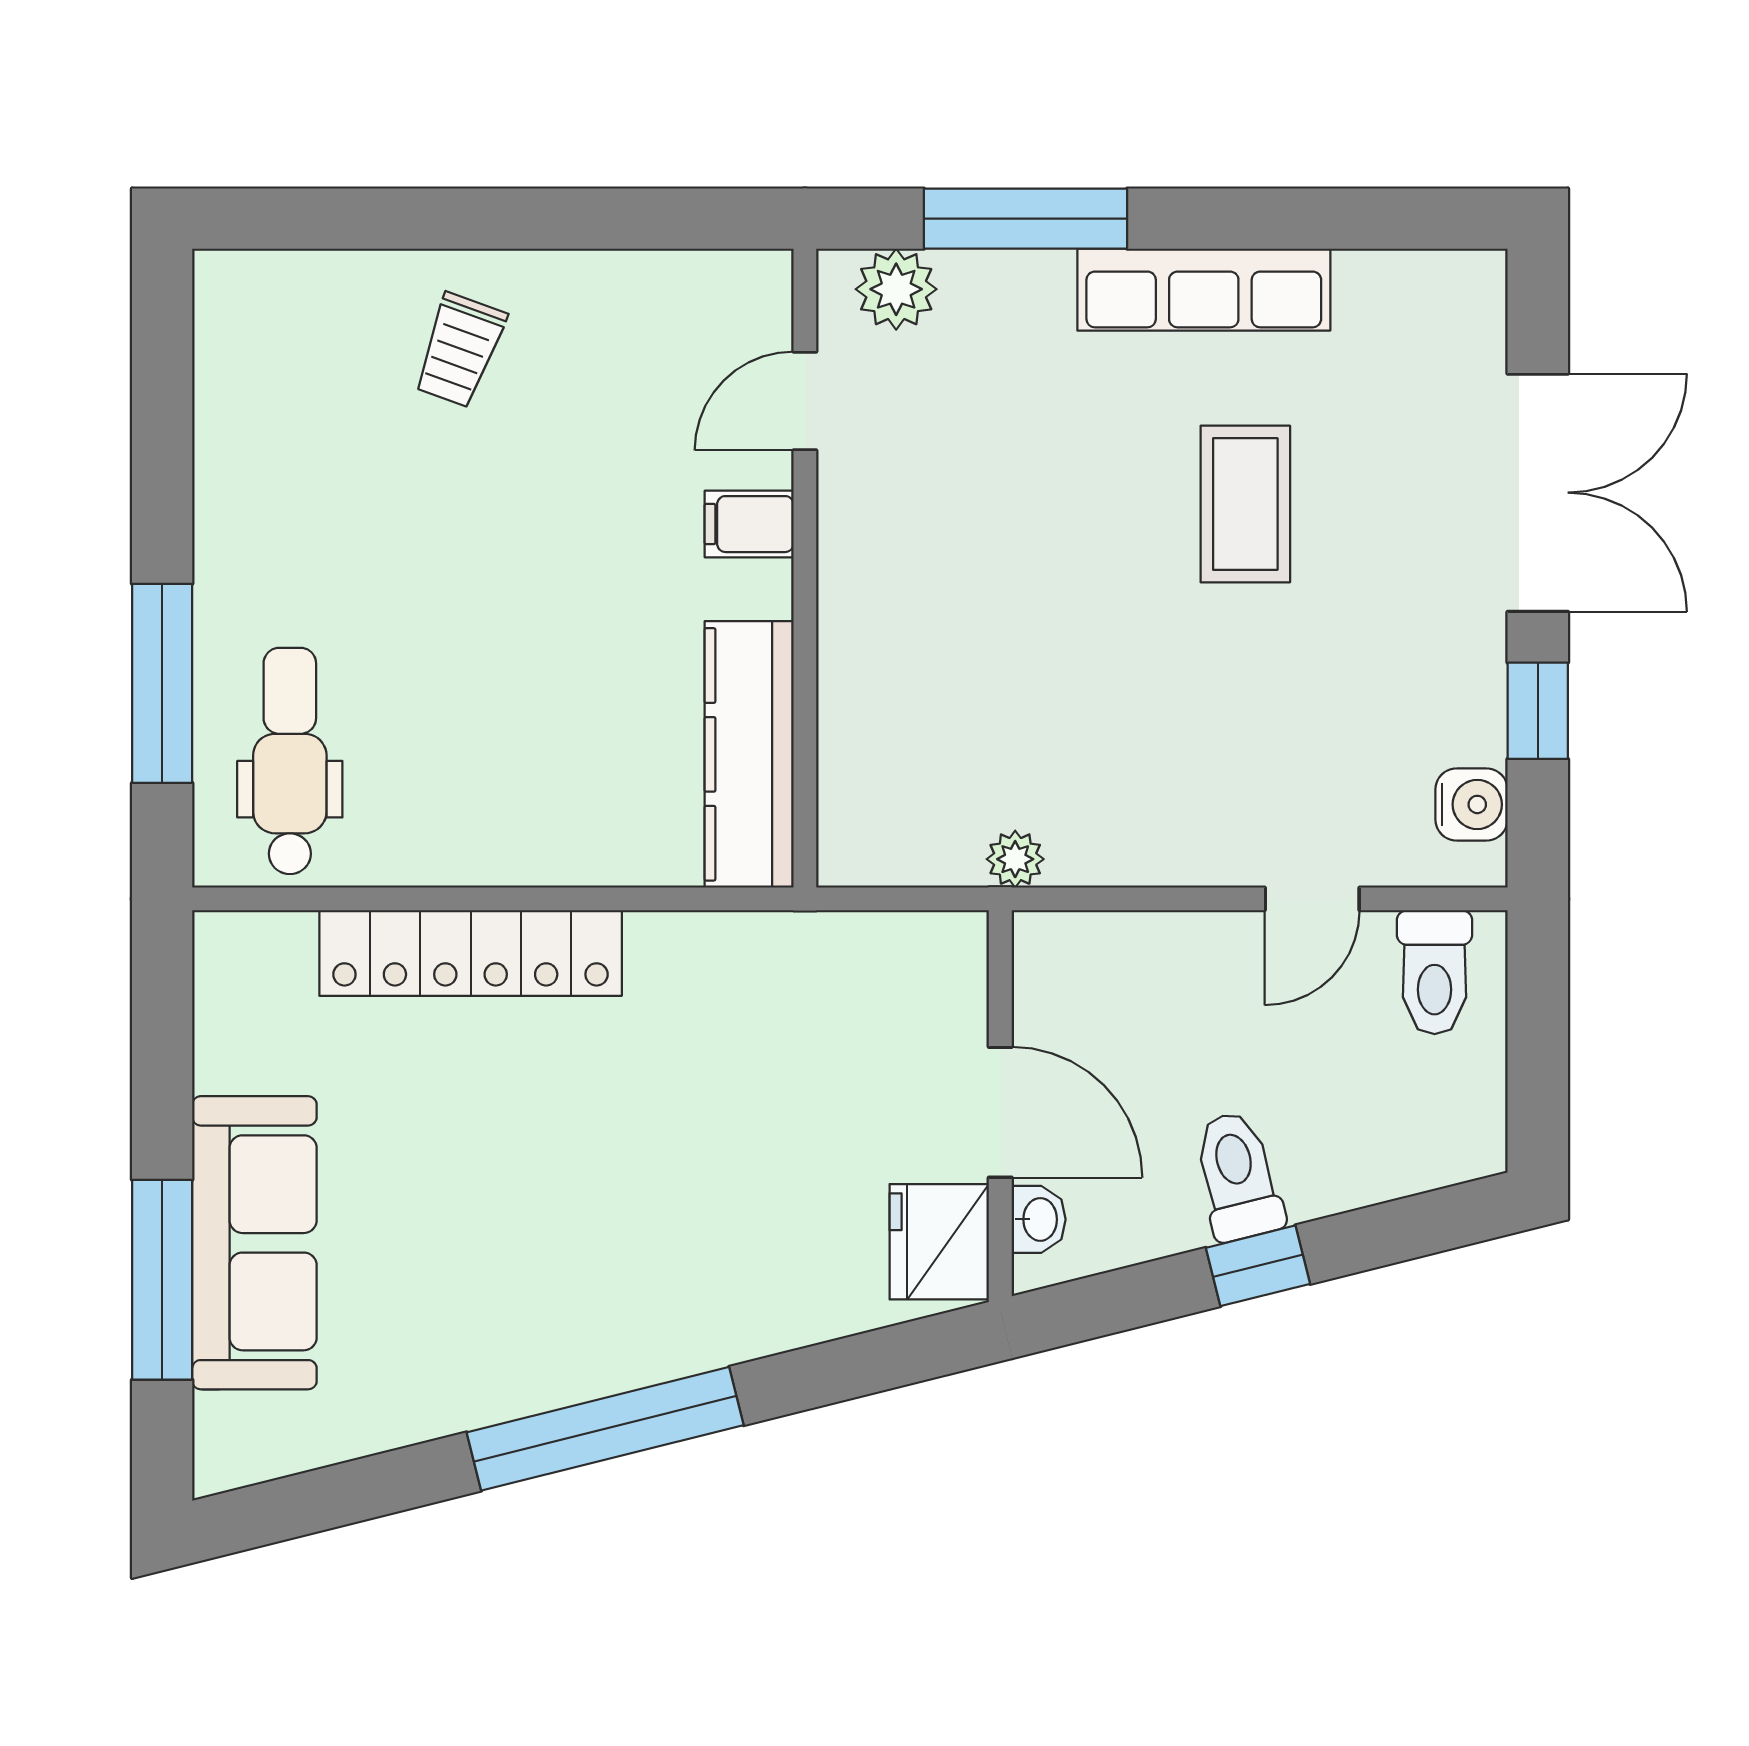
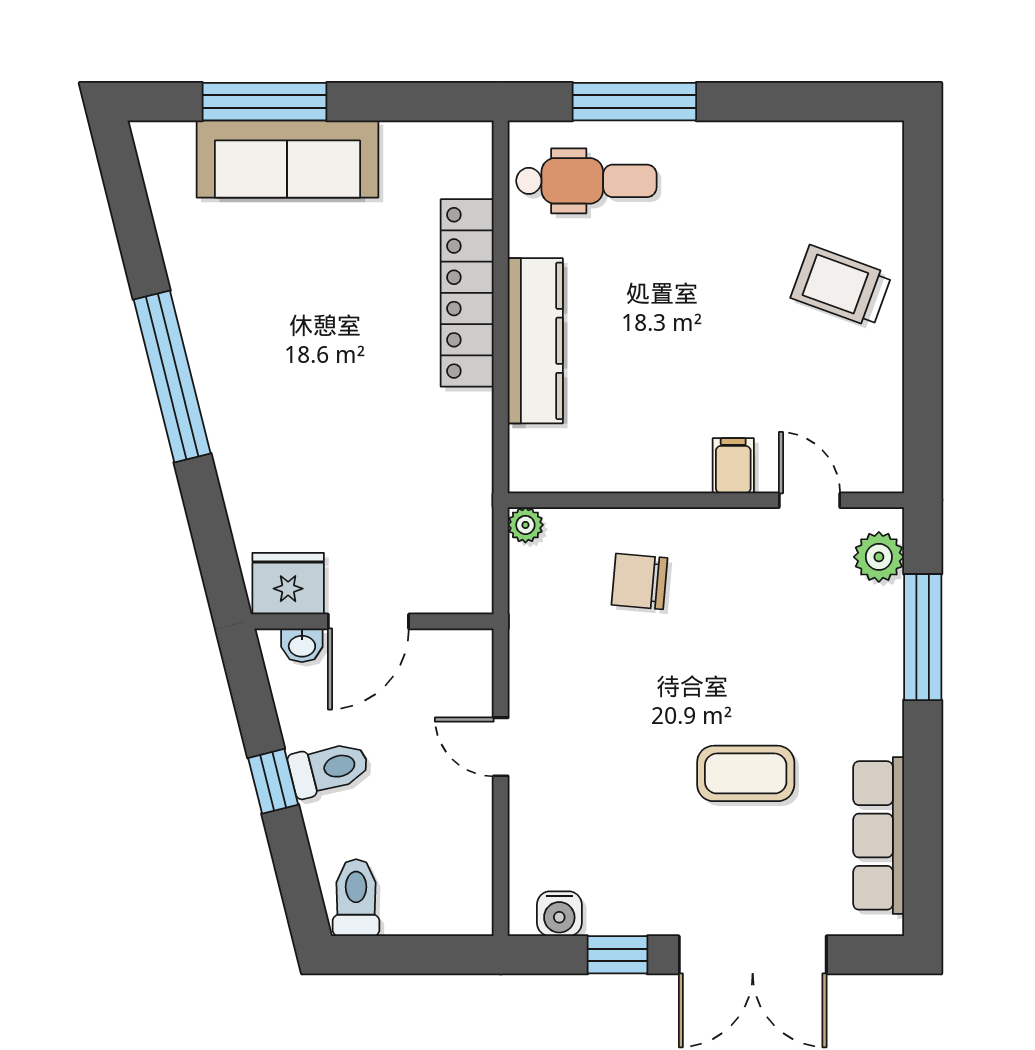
row of seats: (1204, 290) -> (879, 835), moved
trolley: (460, 350) -> (841, 286), width x1.36, depth x1.39
chair: (936, 675) -> (640, 581), added
kitchen counter: (749, 754) -> (535, 341), moved, turned 90
plant: (1015, 859) -> (525, 525), moved
door: (1312, 899) -> (501, 747), moved
toilet: (1435, 972) -> (356, 898), moved, turned 90

